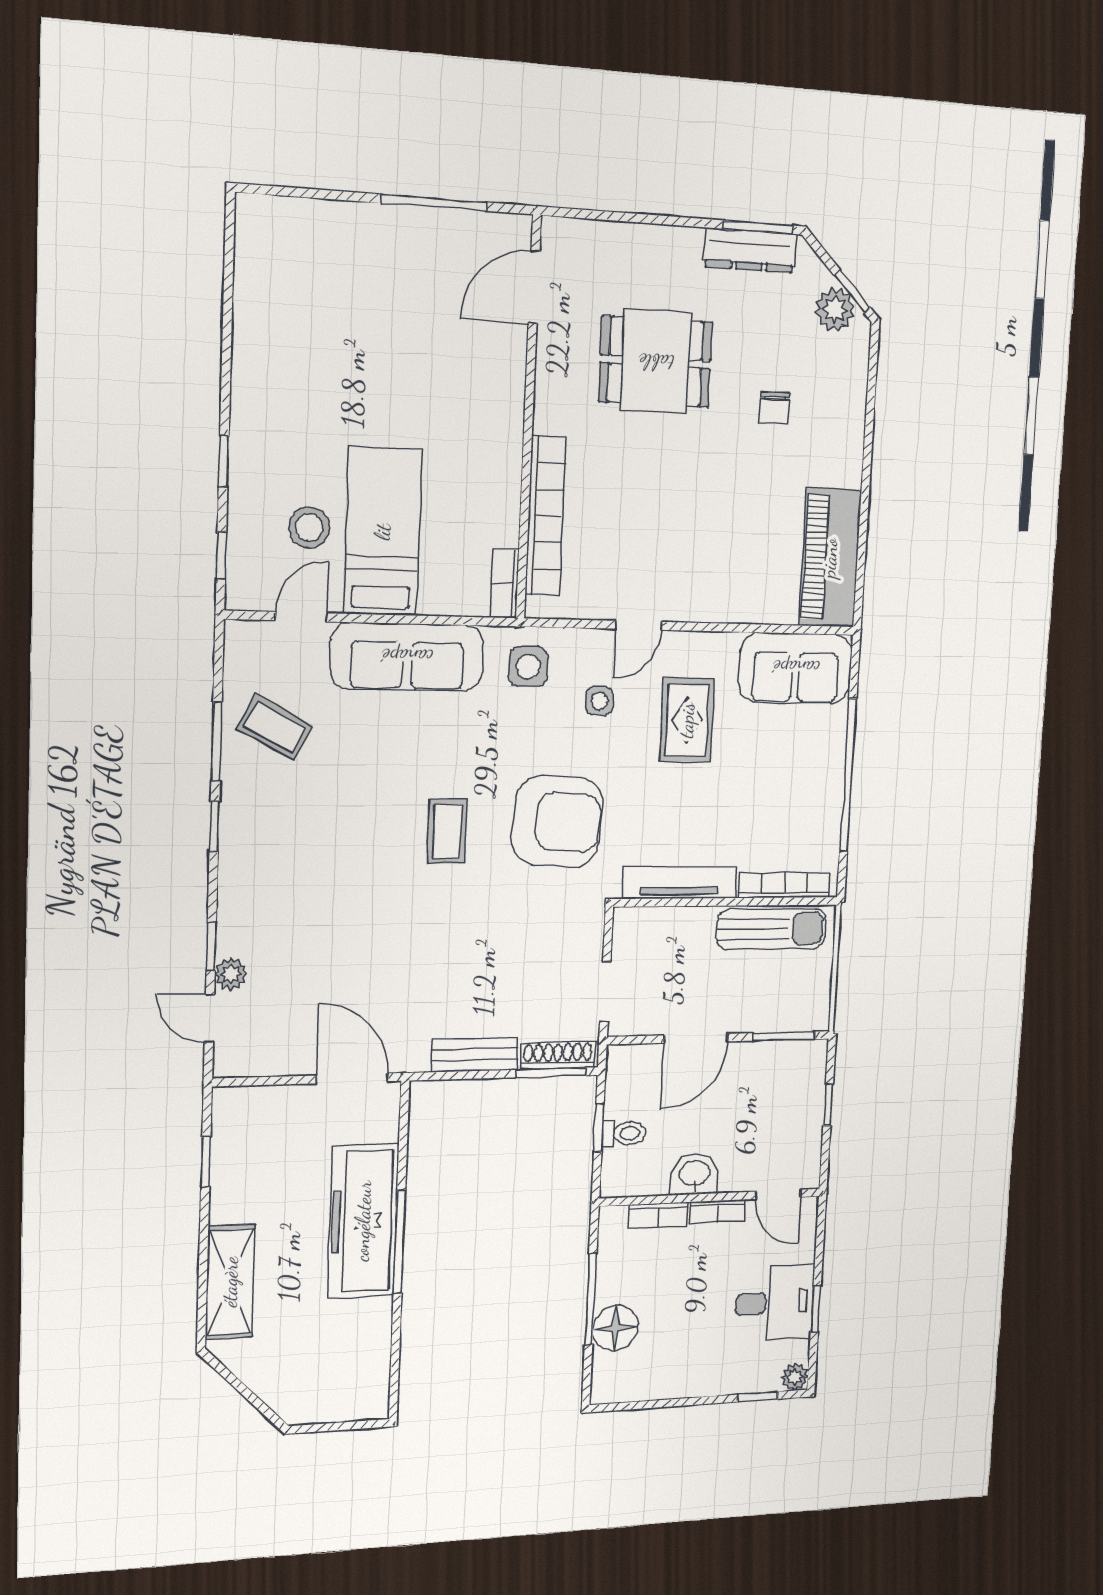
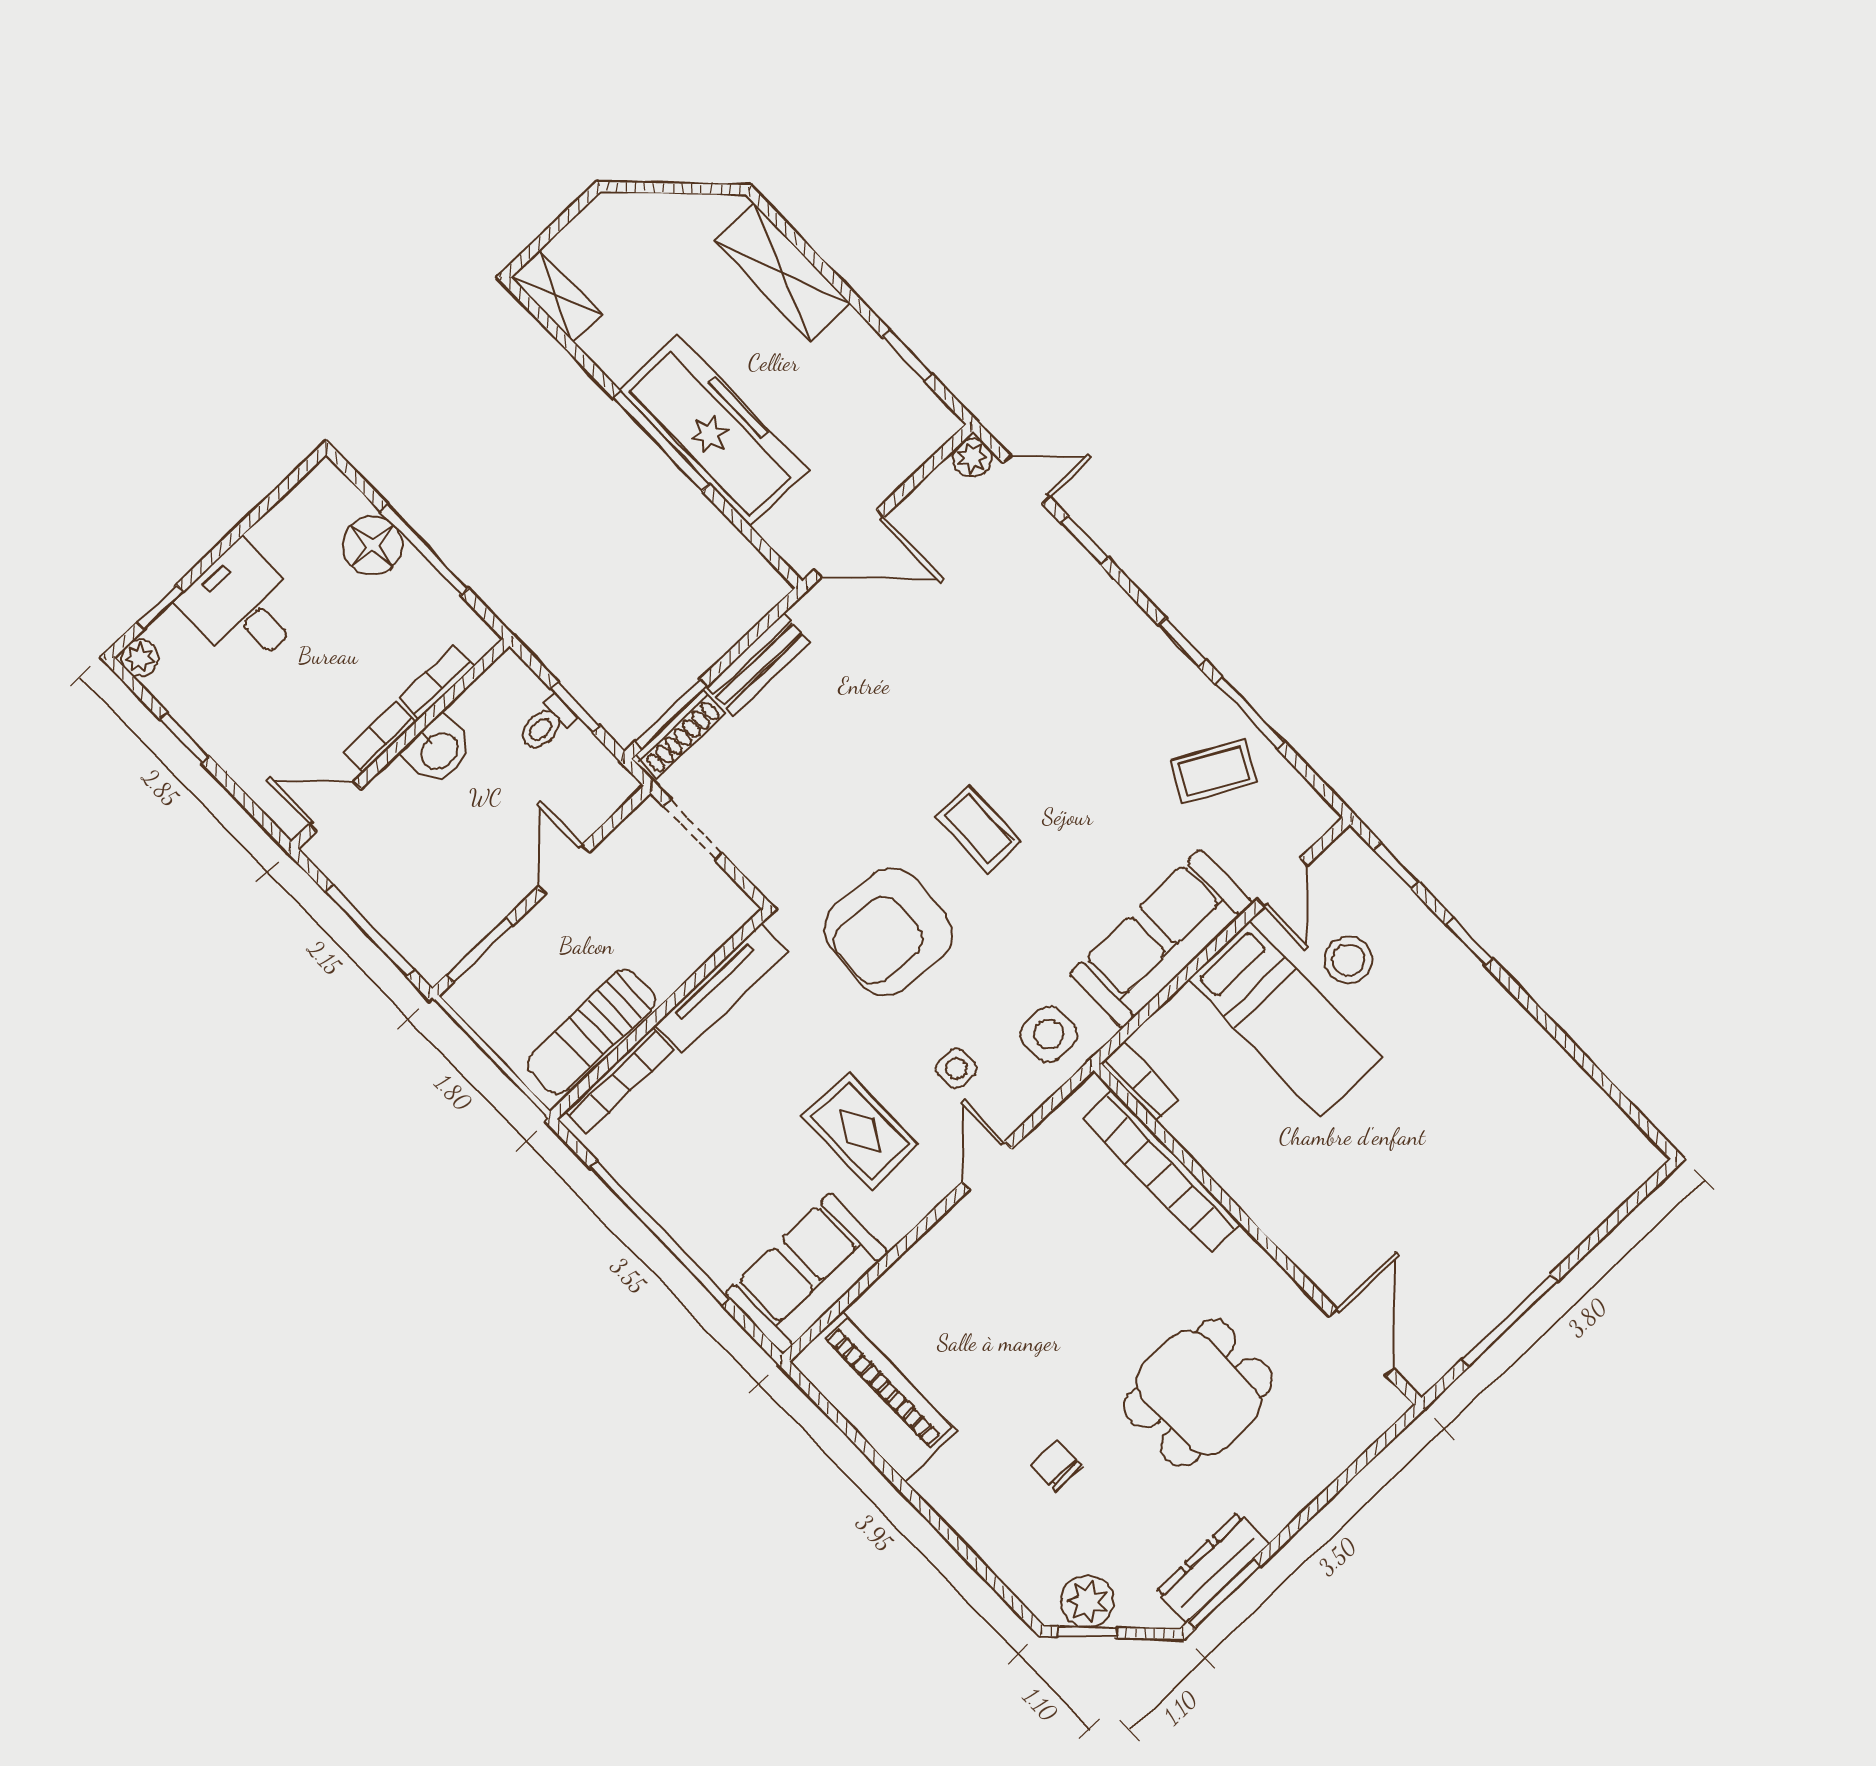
plant: (231, 974) -> (972, 458), moved
door: (696, 1038) -> (564, 869), width x0.73
window: (828, 1105) -> (370, 931), width x2.17
desk: (775, 1303) -> (243, 606), moved, turned 90
shelving: (374, 1385) -> (556, 295), added

